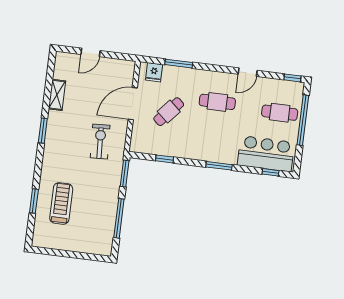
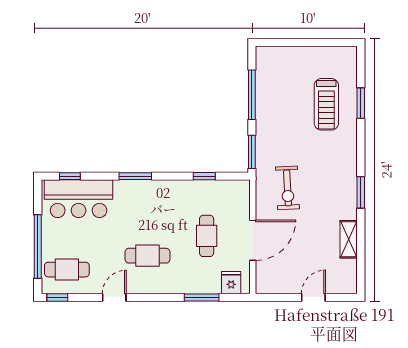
cafe table: (169, 112) -> (207, 236), turned -41
cafe table: (280, 113) -> (67, 270), moved

